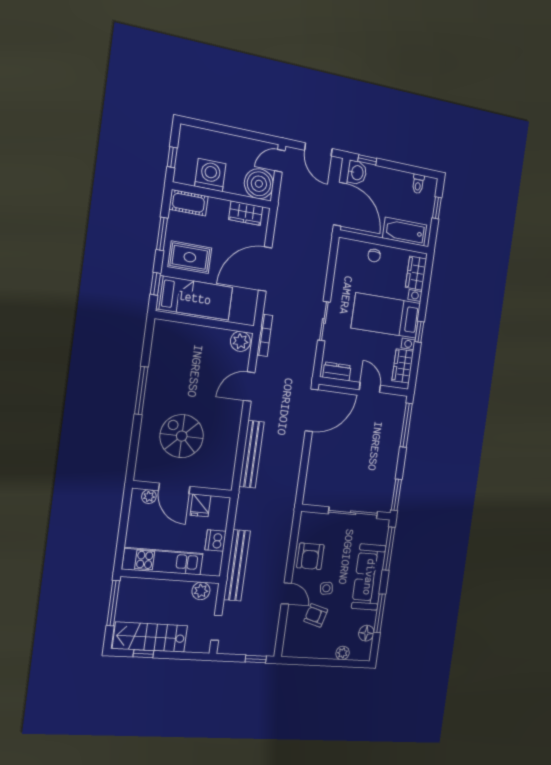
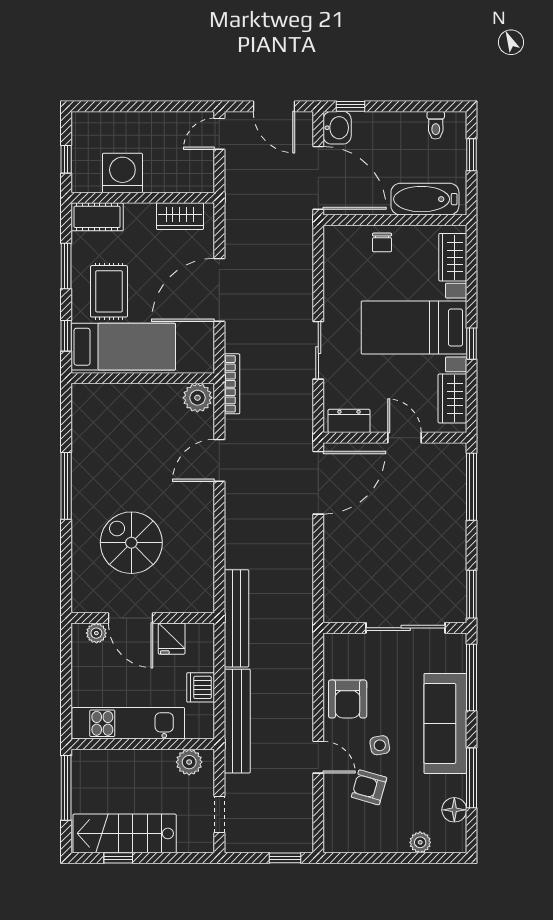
boiler: (259, 184) -> (193, 172), removed
rug: (190, 257) -> (109, 291), turned 90
bench: (252, 454) -> (236, 618), moved

